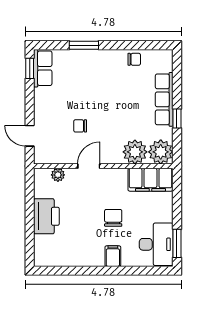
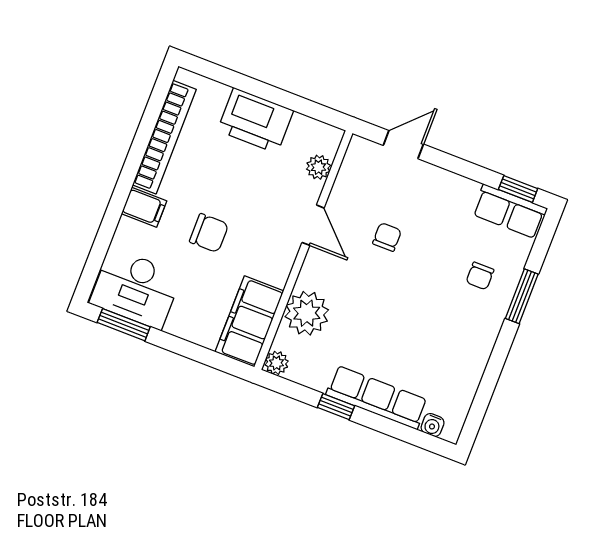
chair: (134, 59) -> (480, 276), moved
water cooler: (167, 65) -> (433, 425), added
plant: (161, 152) -> (277, 363), width x0.53, depth x0.53
bookcase: (73, 260) -> (164, 137), added

